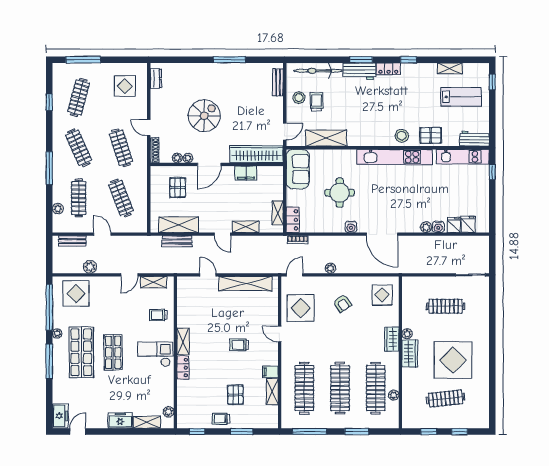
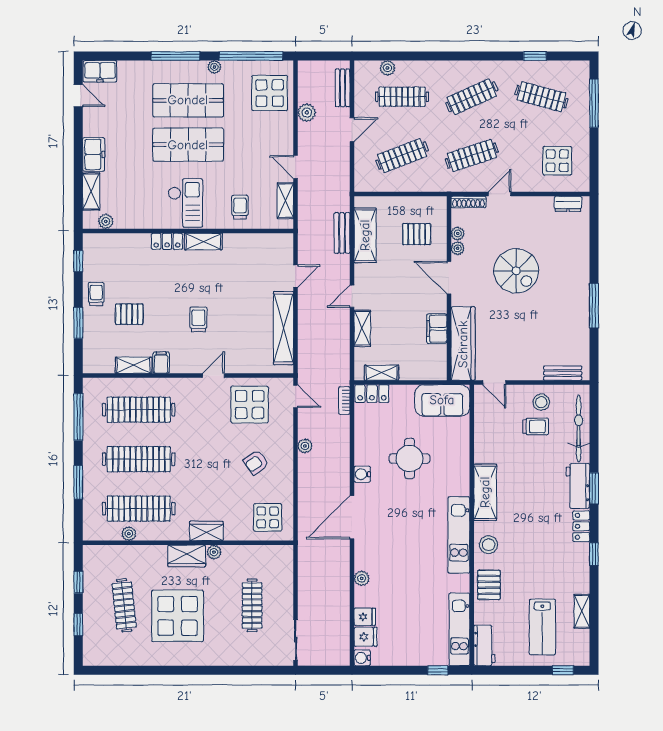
shelving: (326, 138) -> (485, 492), moved
kitchen unit: (395, 157) -> (459, 535), width x0.73
window: (49, 168) -> (443, 56), removed
water cooler: (438, 227) -> (362, 658), moved
shop shelf: (113, 352) -> (188, 145), width x1.43, depth x1.36

